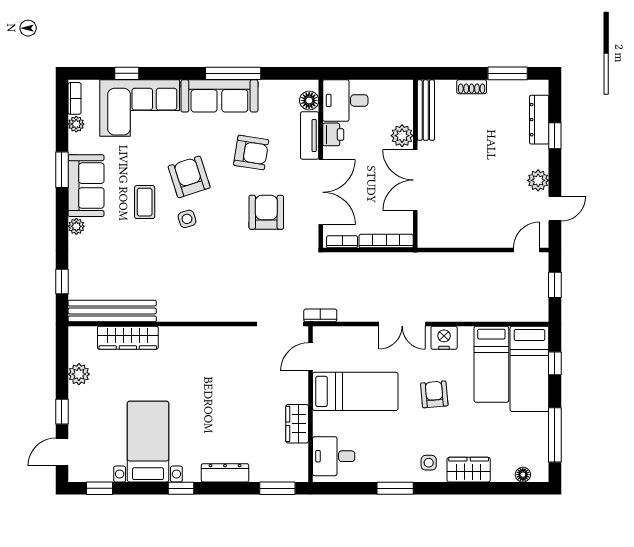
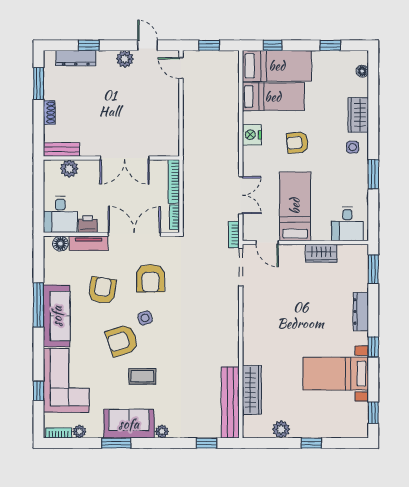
bench: (426, 110) -> (62, 149), width x0.73
plant: (402, 136) -> (69, 169), moved
armchair: (266, 212) -> (151, 278), turned -90
side table: (187, 219) -> (145, 318), moved
double door: (402, 324) -> (241, 195), moved
window: (555, 435) -> (330, 45), width x0.46
door: (62, 452) -> (344, 443), removed

